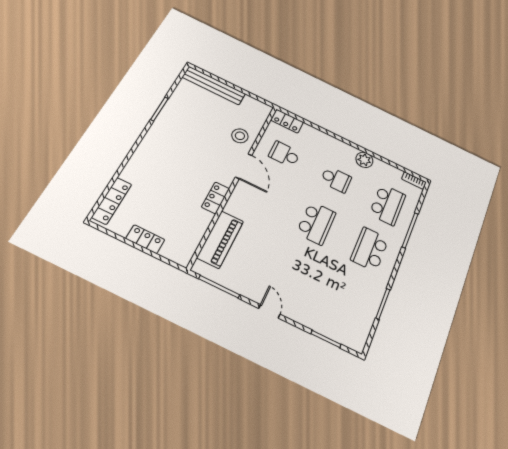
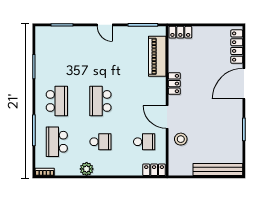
door: (129, 156) -> (244, 84), added
school desk: (336, 179) -> (100, 142), turned 180
locker: (145, 239) -> (180, 32), moved

